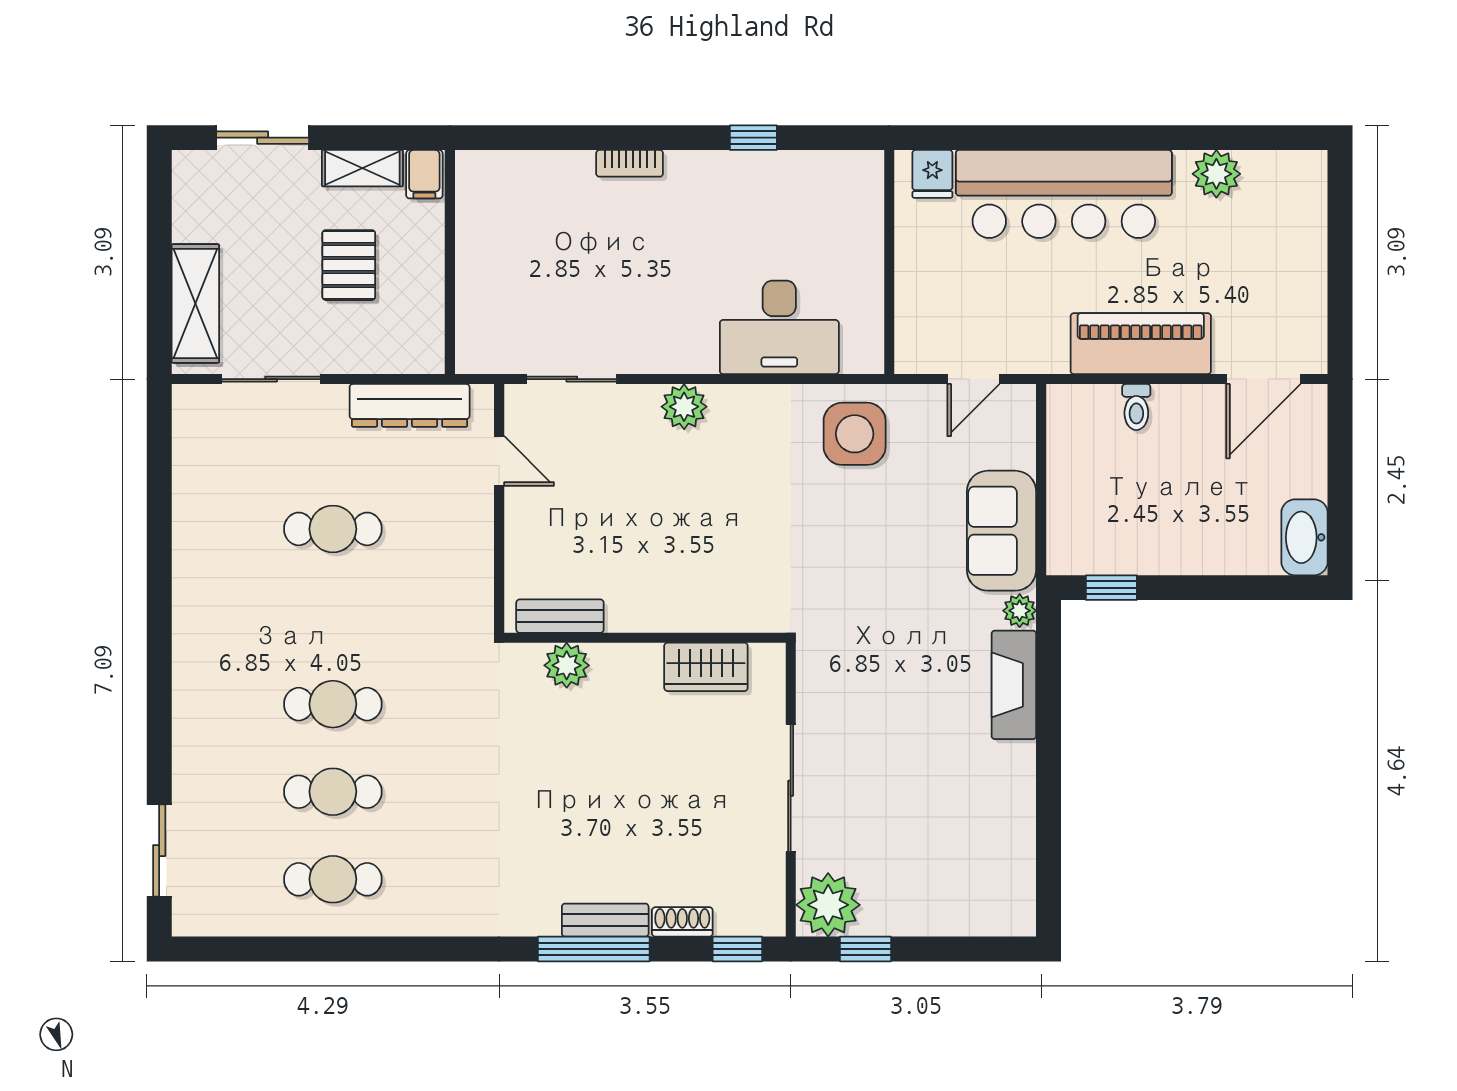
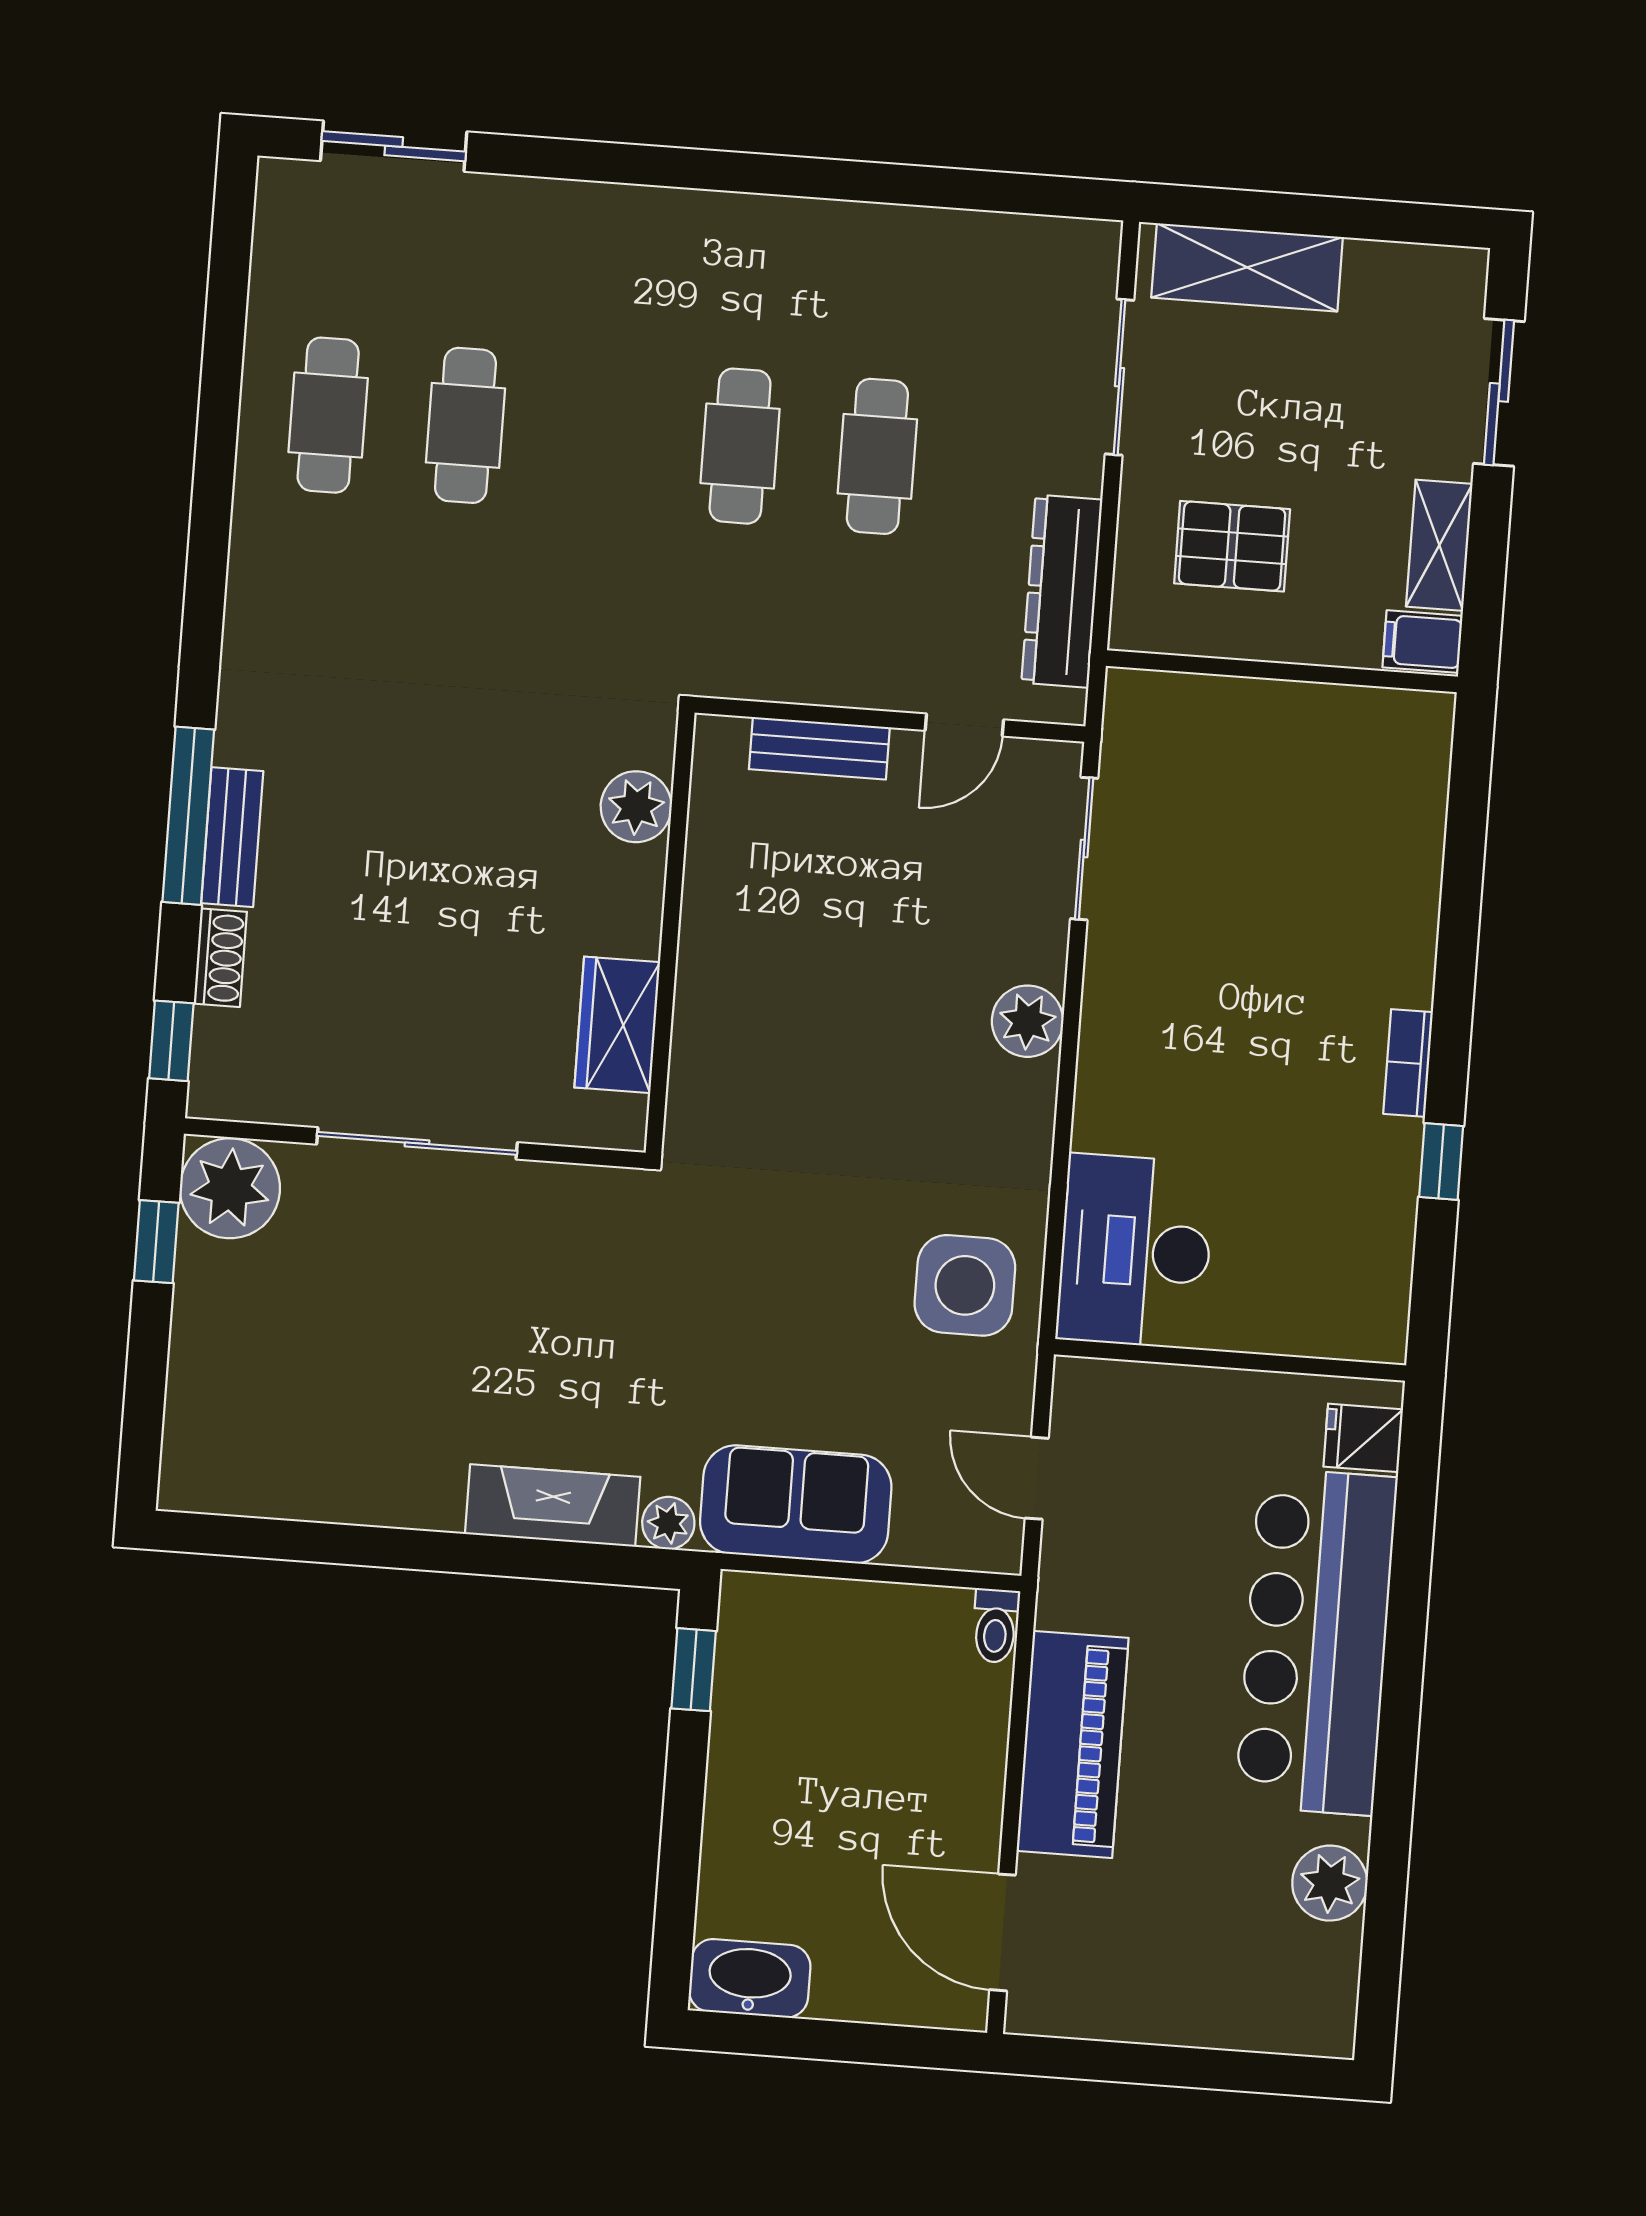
bookcase: (630, 163) -> (1408, 1063), moved
pallet: (349, 265) -> (1232, 546), moved
desk: (779, 327) -> (1135, 1251), moved
toilet: (1136, 407) -> (996, 1626), moved, turned -90
bench: (560, 616) -> (819, 748), moved, turned 90
cafe table: (333, 704) -> (740, 446), moved

